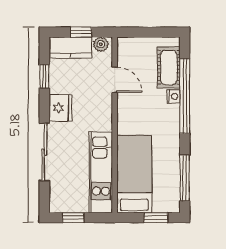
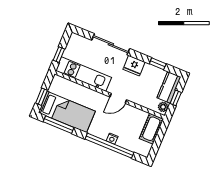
cot: (169, 67) -> (151, 129), moved, turned 90
door: (115, 80) -> (118, 98), moved
bed: (134, 174) -> (67, 112), moved
window: (73, 218) -> (59, 55), moved

